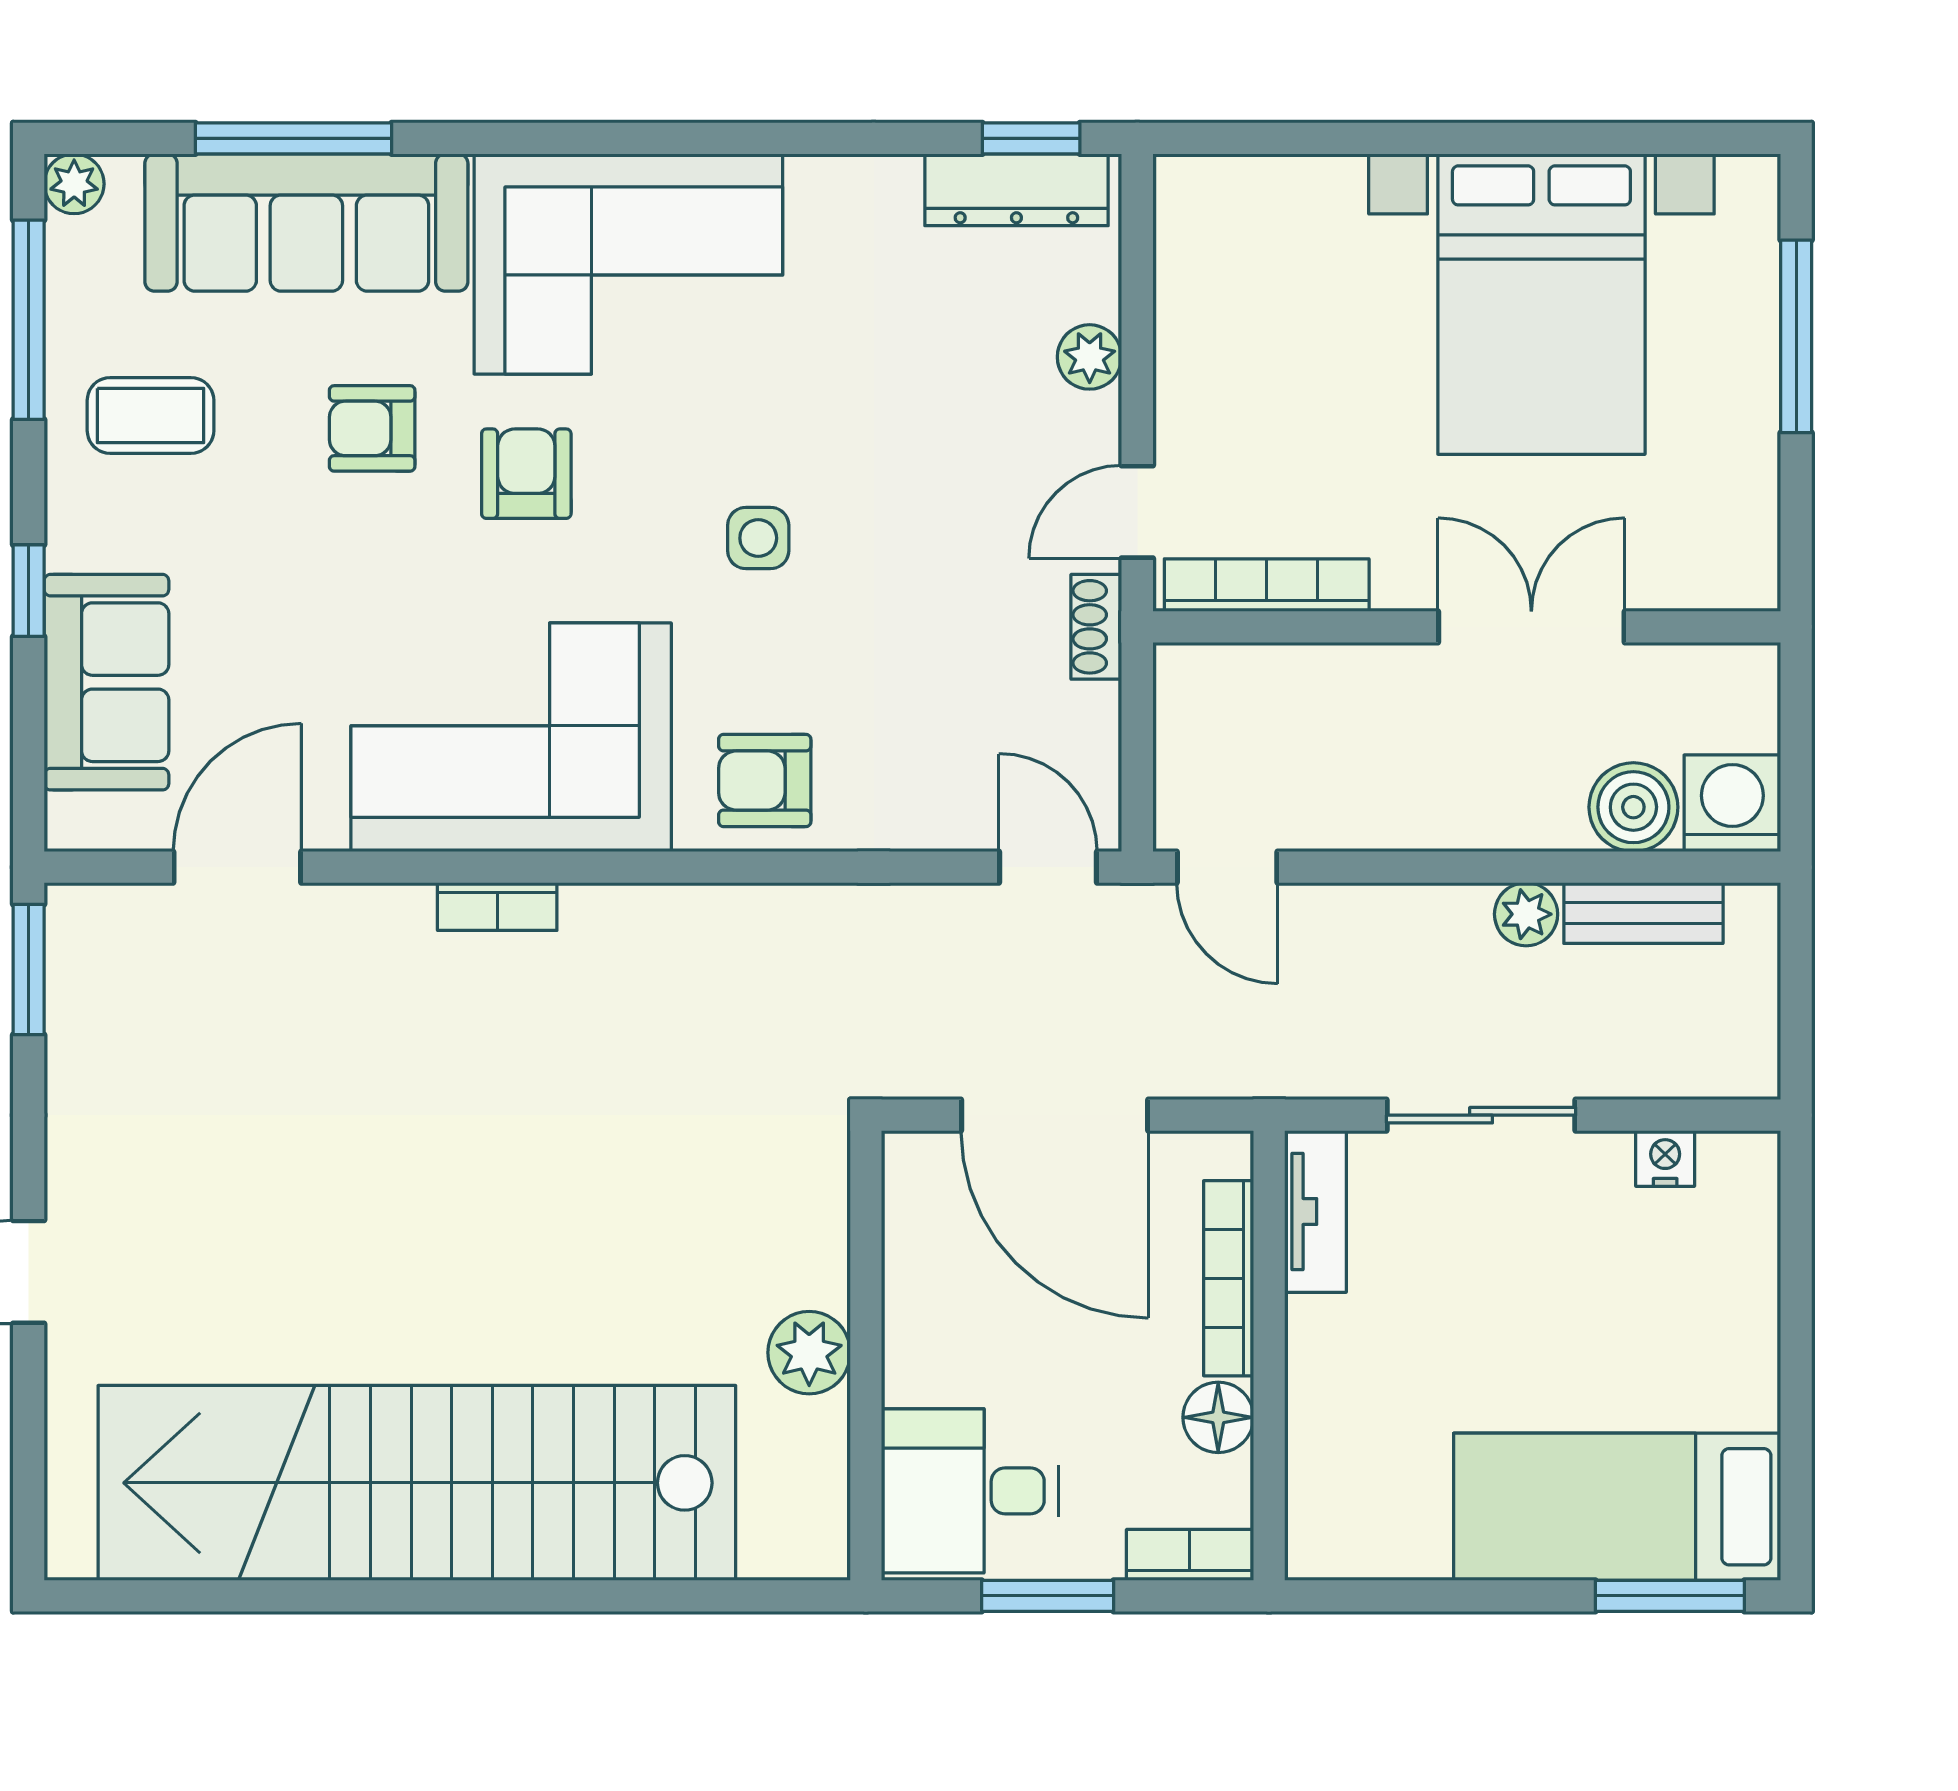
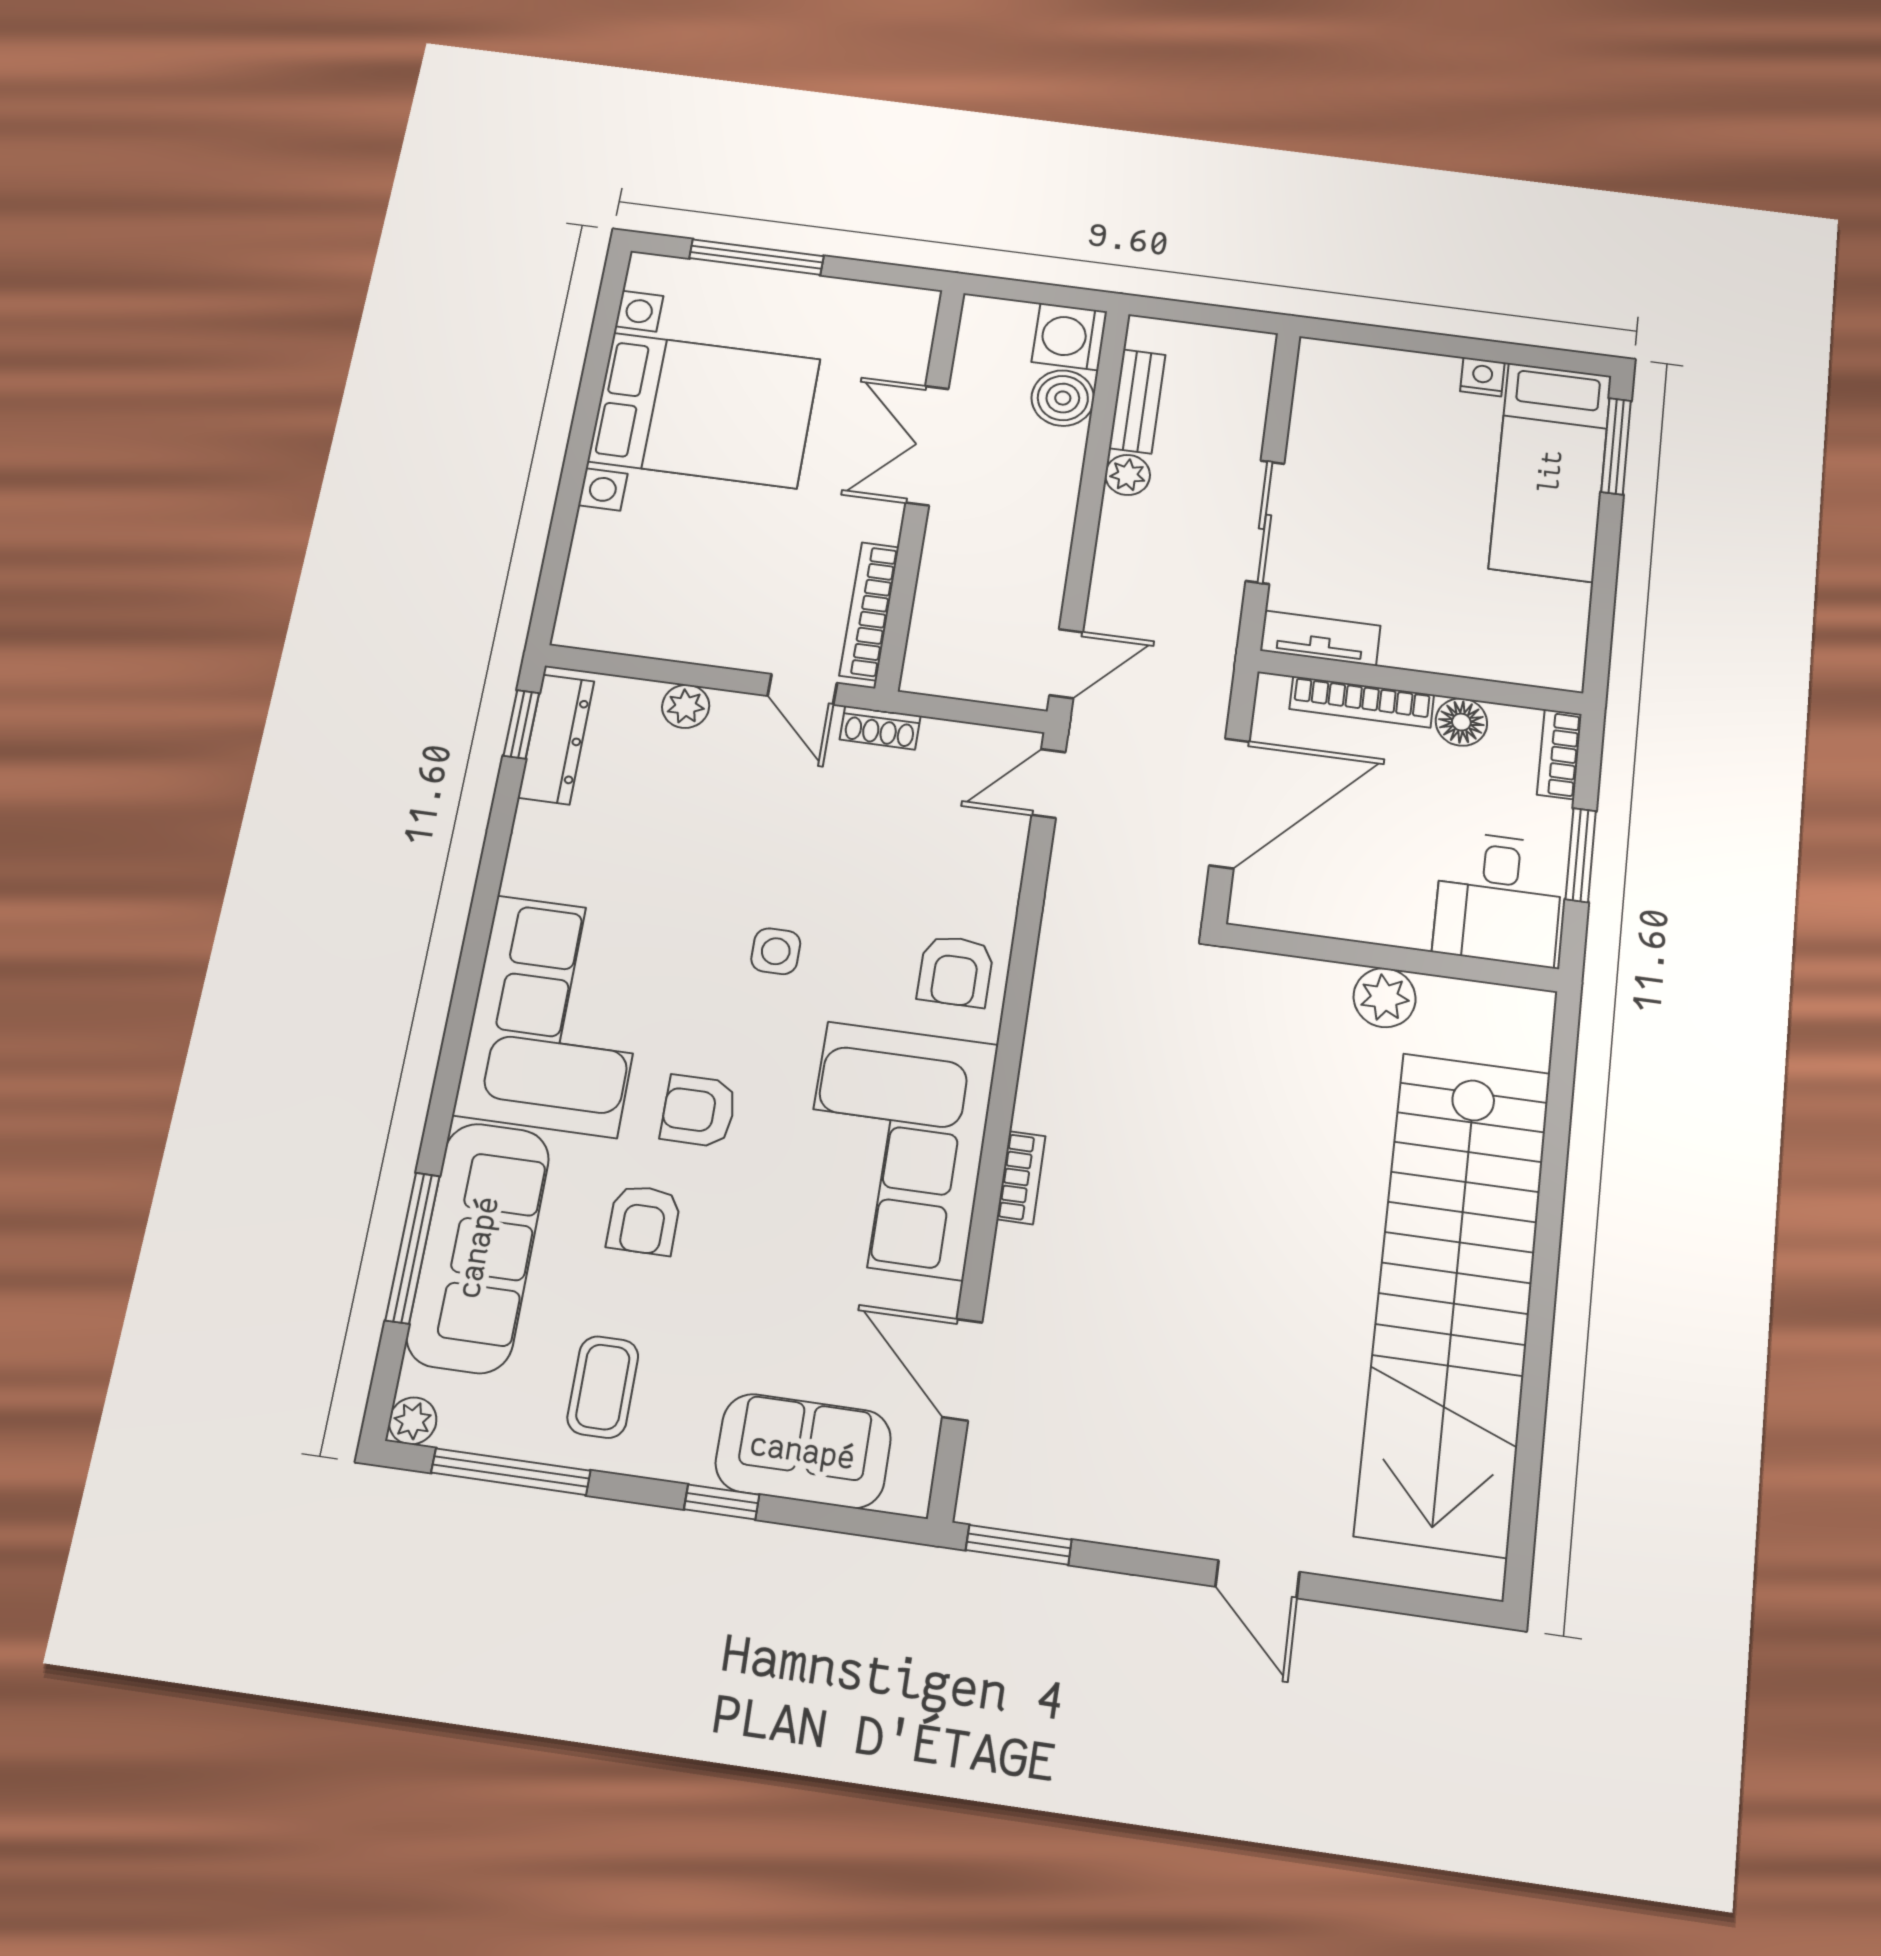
nightstand: (1665, 1158) -> (1482, 377), moved, turned 90

